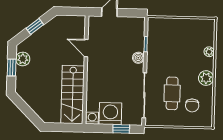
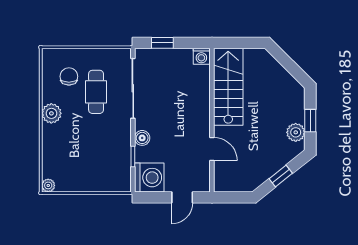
plant: (209, 52) -> (48, 185), moved
washing machine: (110, 114) -> (149, 178), moved, turned -90

